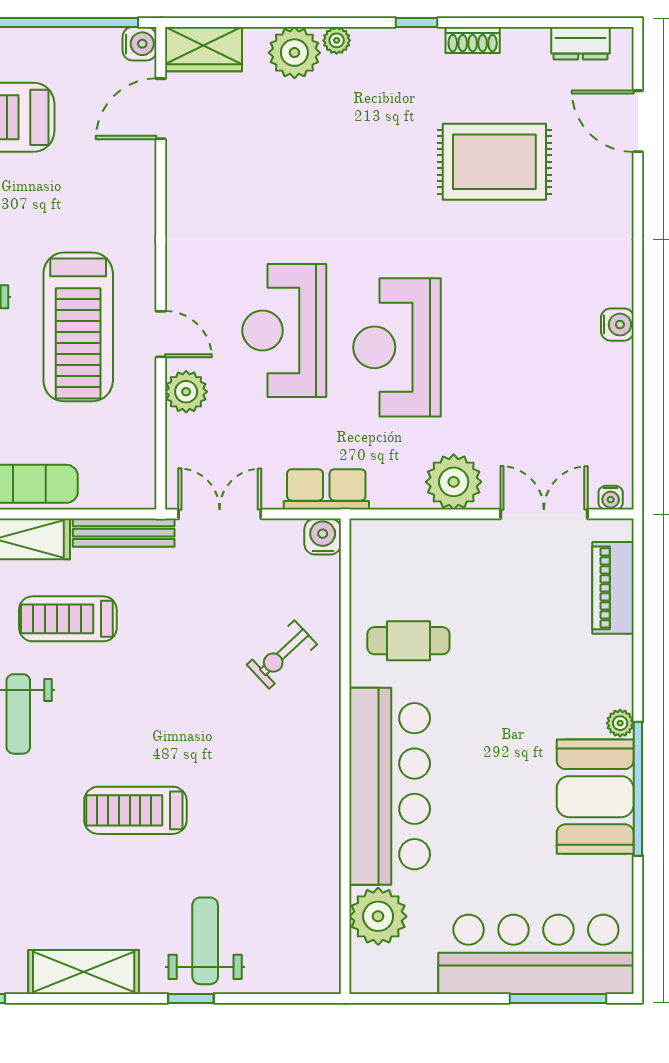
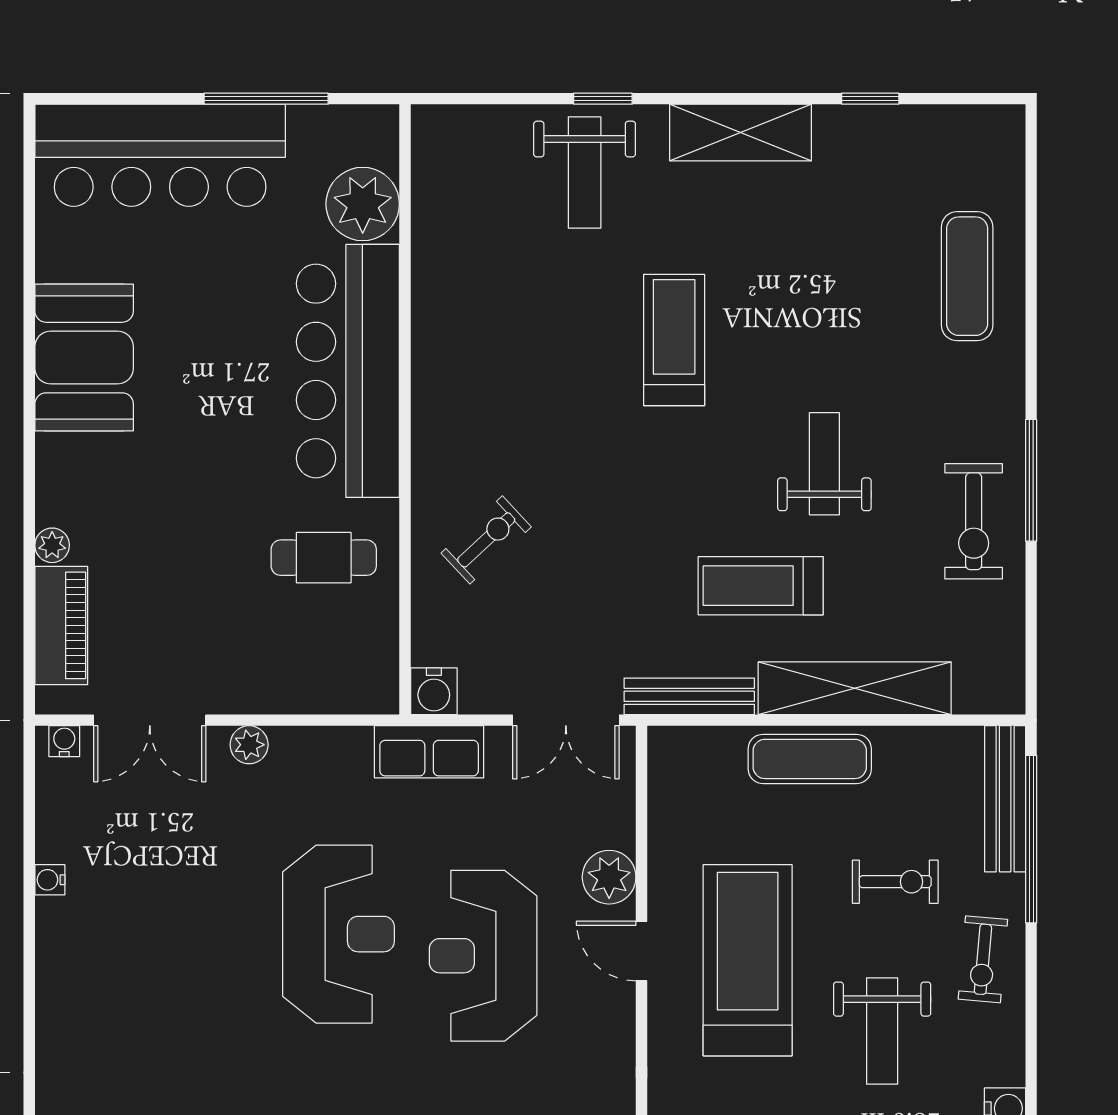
water cooler: (617, 325) -> (50, 880), moved, width x0.72, depth x0.72
reception desk: (284, 331) -> (483, 956), turned 180
plant: (454, 482) -> (249, 745), width x0.53, depth x0.53
treadmill: (68, 619) -> (761, 586), turned 180
plant: (620, 723) -> (52, 545), moved
window: (638, 789) -> (29, 368), removed
treadmill: (135, 810) -> (674, 340), turned -90
window: (558, 998) -> (266, 99), moved

